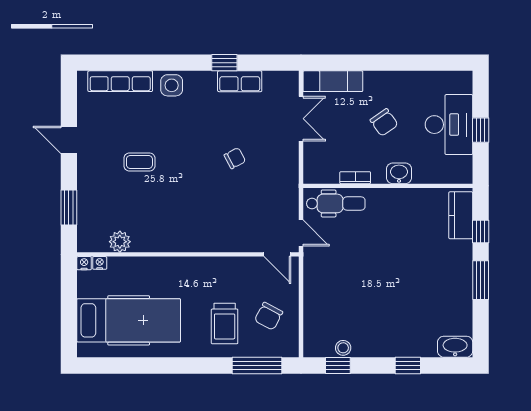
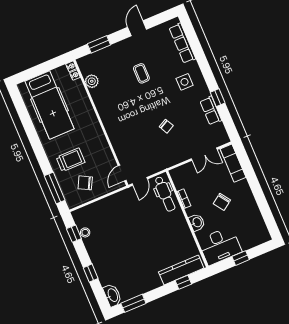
side table: (172, 85) -> (185, 82), moved
desk: (449, 125) -> (220, 246), moved
kitchen counter: (461, 215) -> (181, 270), width x1.50
window: (481, 280) -> (133, 303), moved
trolley: (225, 324) -> (71, 160), turned 180

